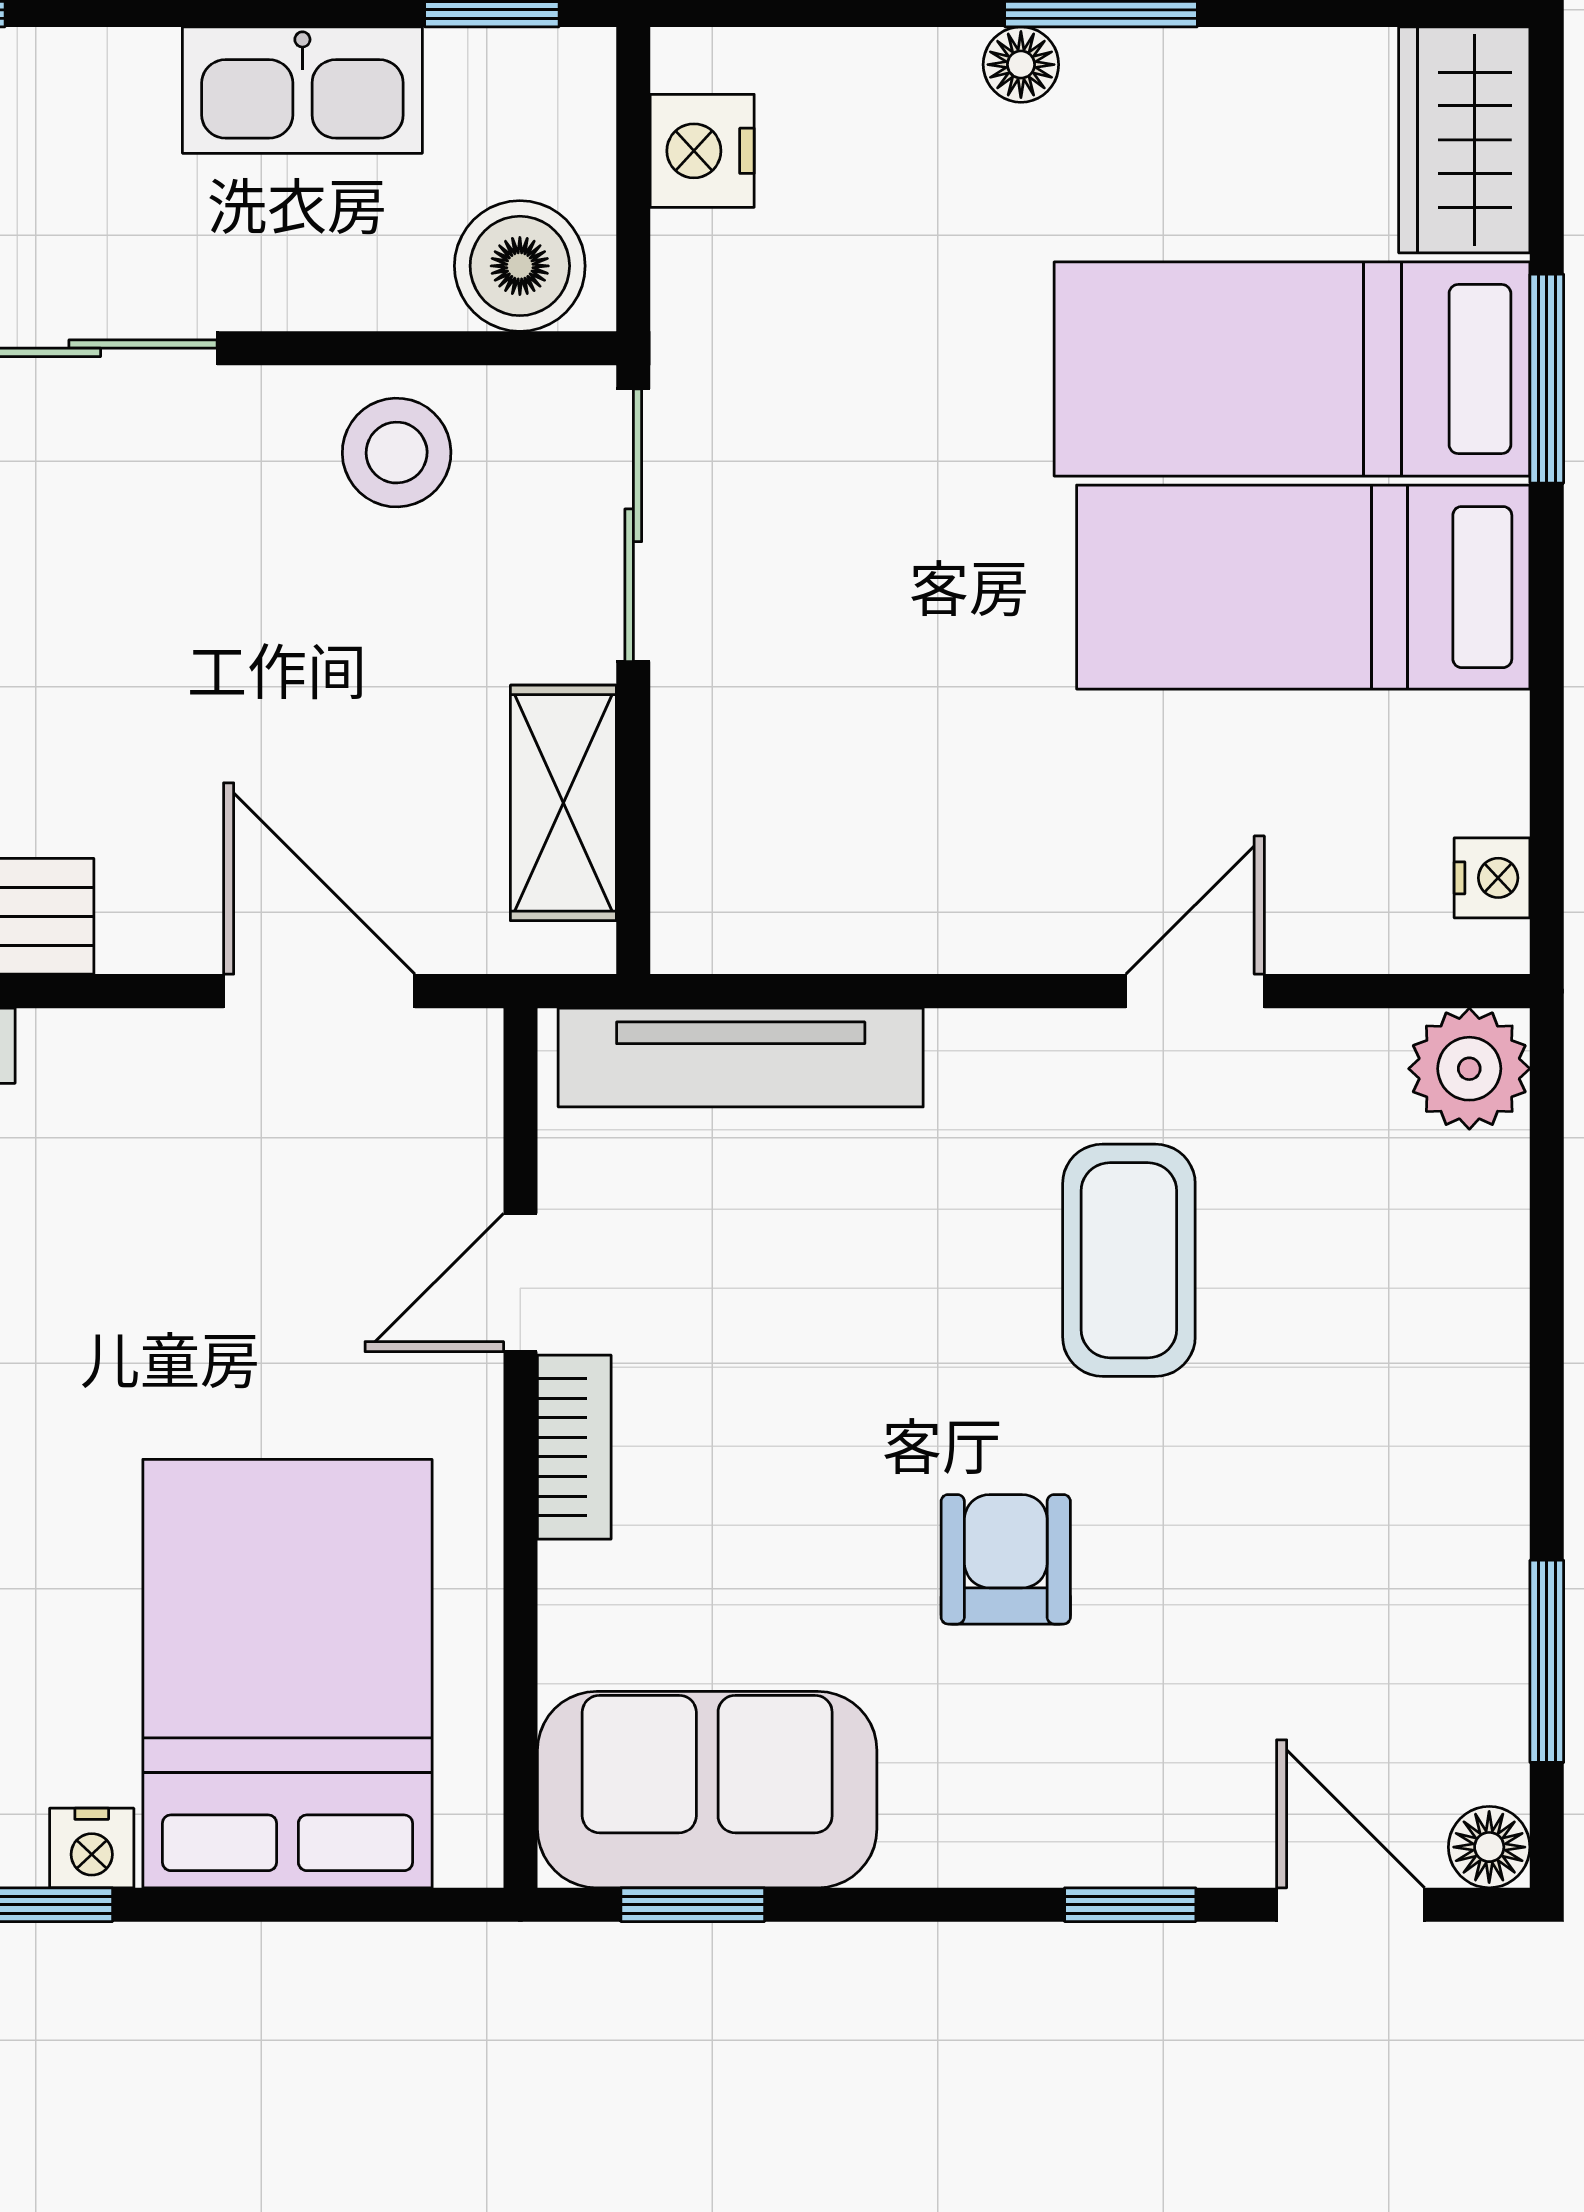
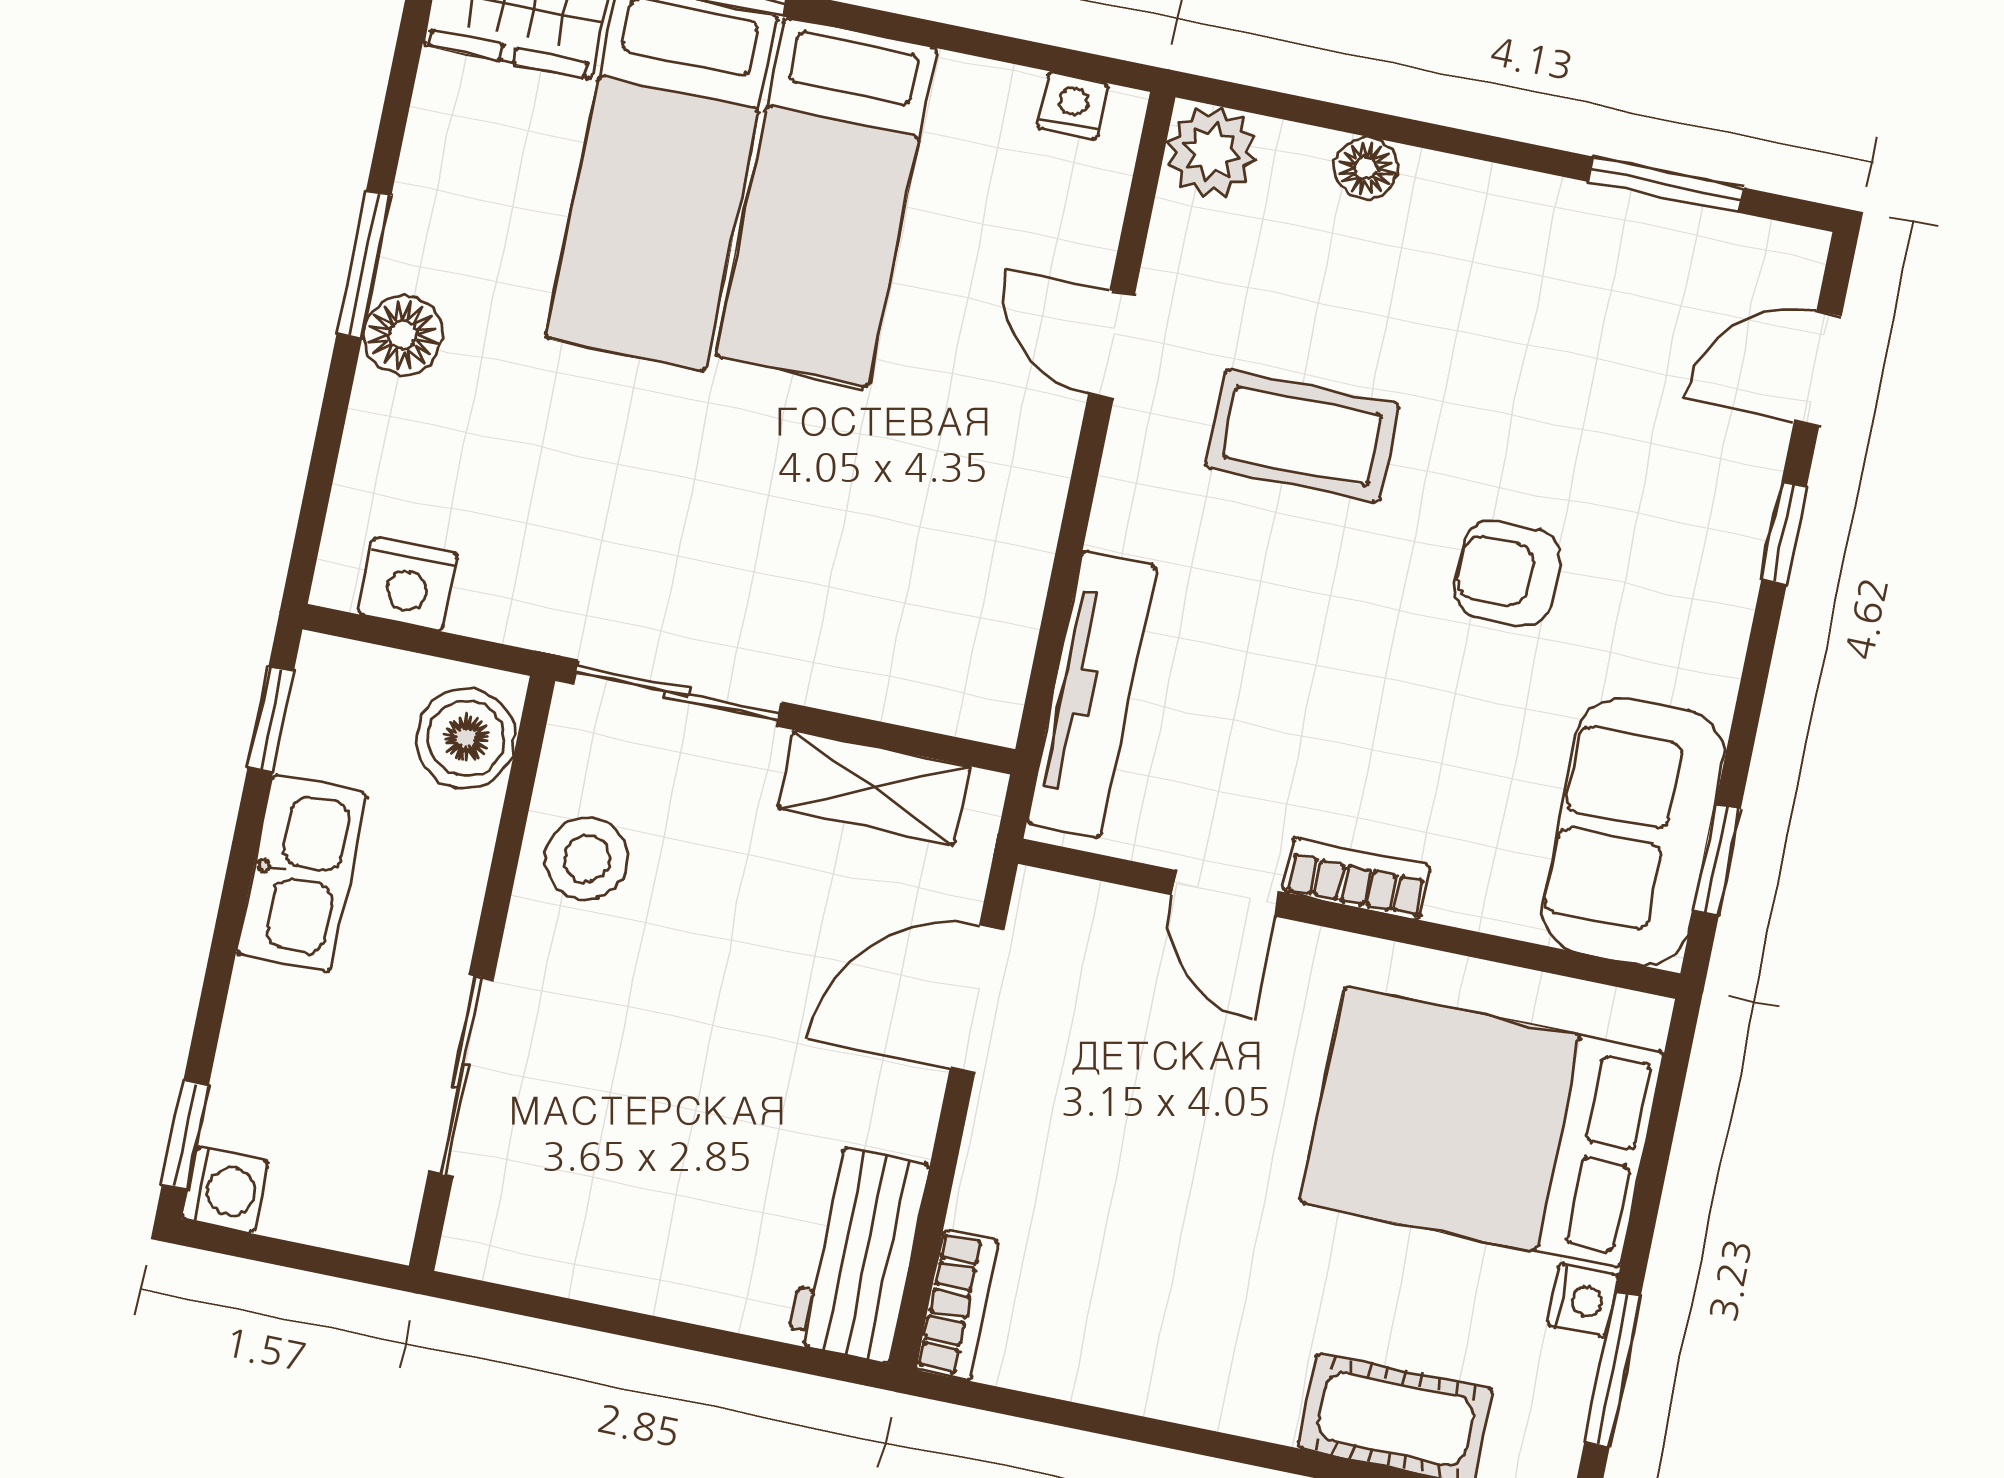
floor lamp: (1021, 65) -> (403, 335), width x1.37, depth x1.37
floor lamp: (1489, 1847) -> (1366, 168), moved

